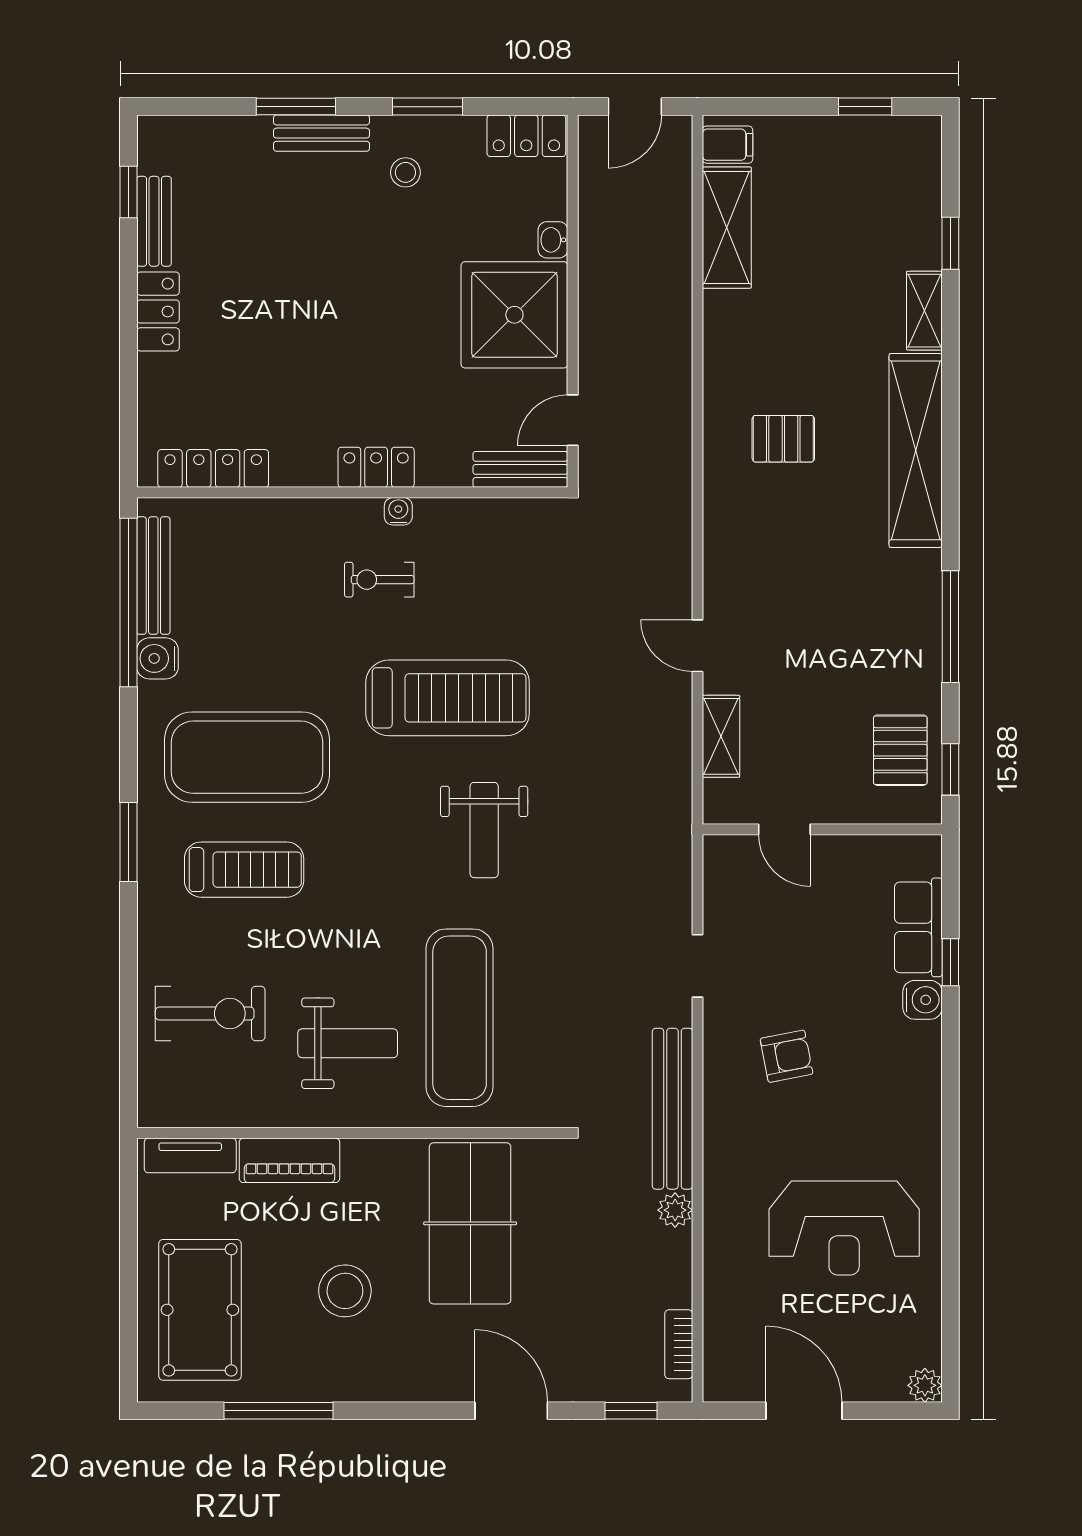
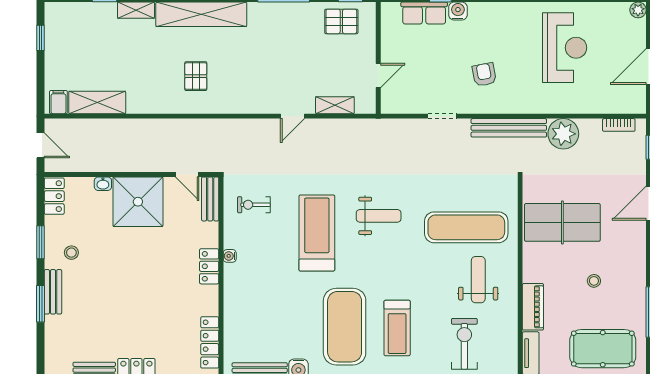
exercise bike: (379, 580) -> (254, 205), moved, turned 90
treadmill: (244, 870) -> (397, 328), turned 180
plant: (675, 1210) -> (563, 134), width x1.88, depth x1.88
stool: (345, 1291) -> (594, 281), width x0.53, depth x0.53

